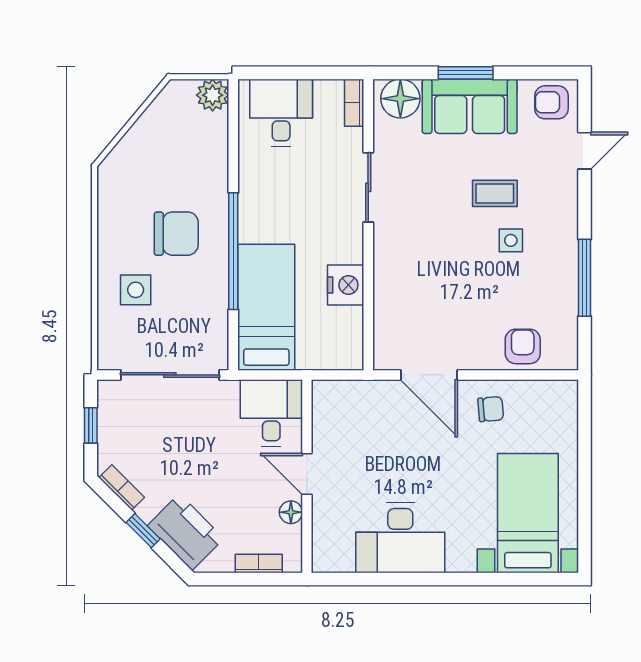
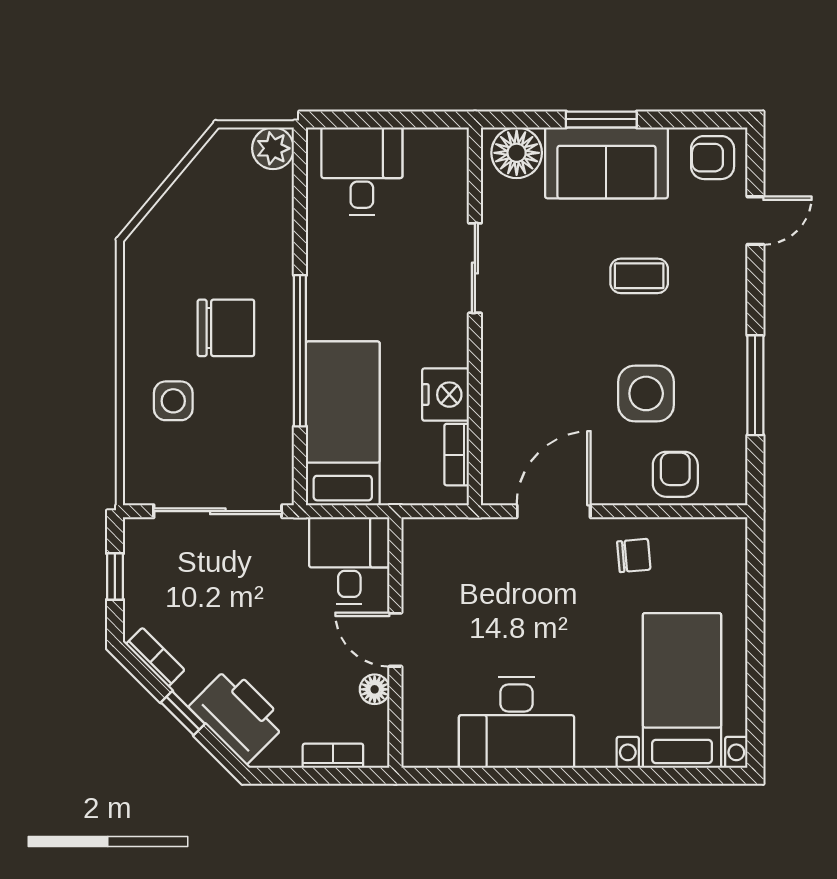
bookcase: (354, 103) -> (457, 455), moved
side table: (511, 240) -> (646, 393), moved, width x1.87, depth x1.87
door: (429, 375) -> (554, 511), swing flipped

